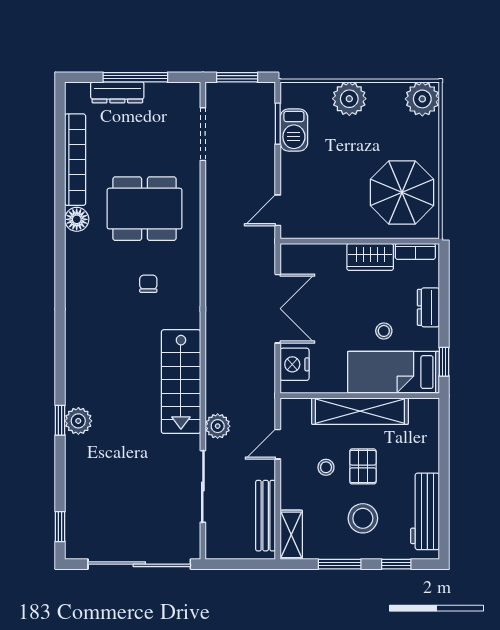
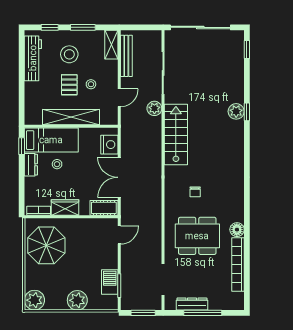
dresser: (117, 92) -> (192, 304), moved
cot: (304, 256) -> (104, 208), added
dresser: (428, 307) -> (31, 165), moved

